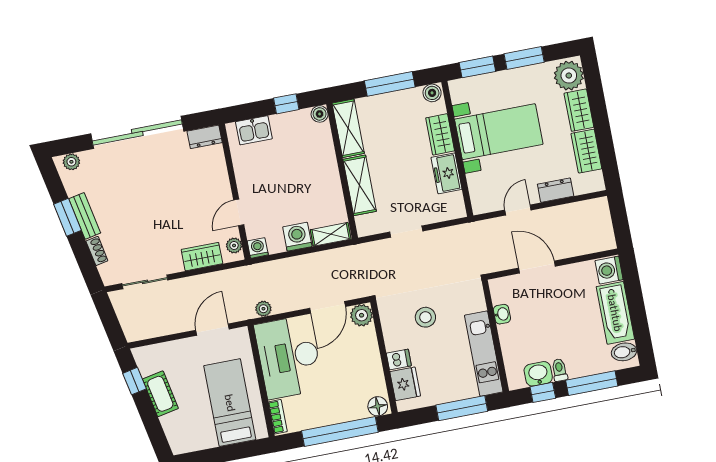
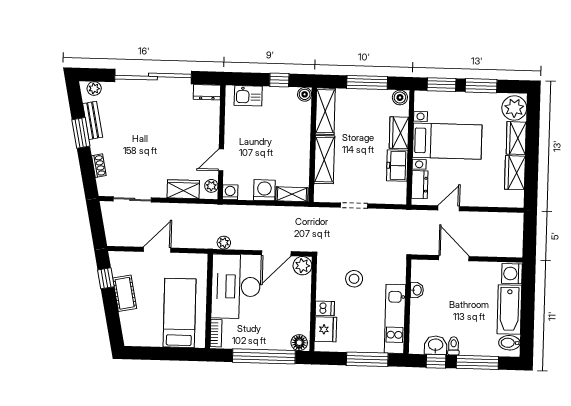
dresser: (556, 190) -> (420, 185), moved, turned 90
bench: (85, 216) -> (93, 120), moved
door: (212, 330) -> (157, 250), moved

